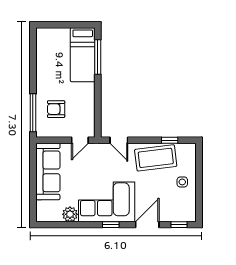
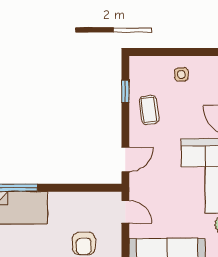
coffee table: (156, 158) -> (149, 110), width x0.54, depth x0.58

